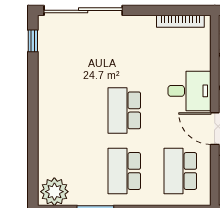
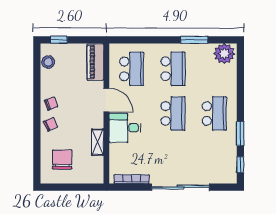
sliding door: (83, 10) -> (180, 187), moved
window: (33, 83) -> (240, 134), added
school desk: (68, 110) -> (214, 113), added

